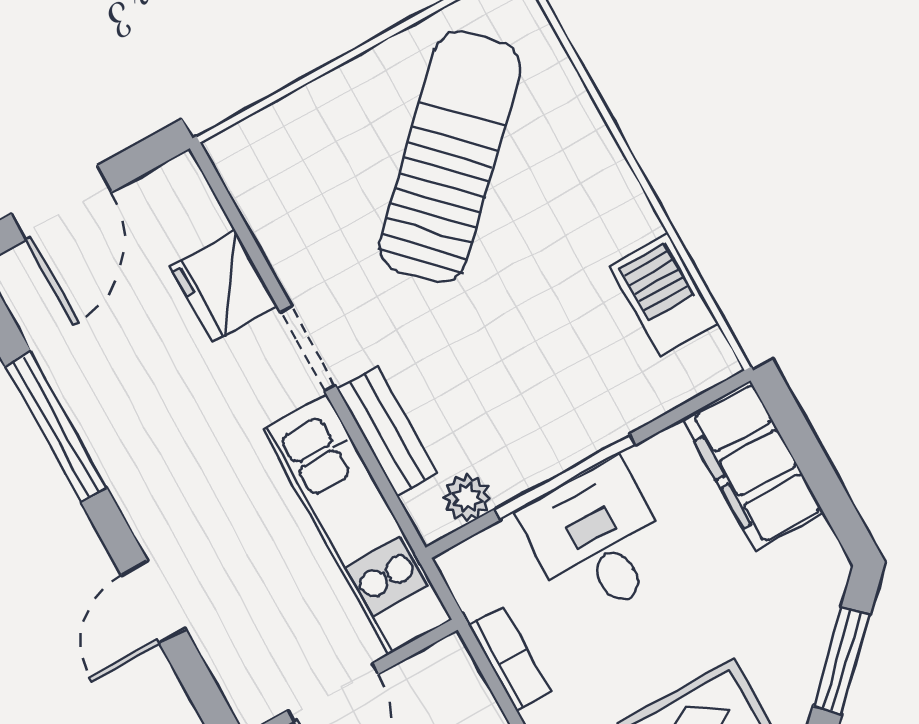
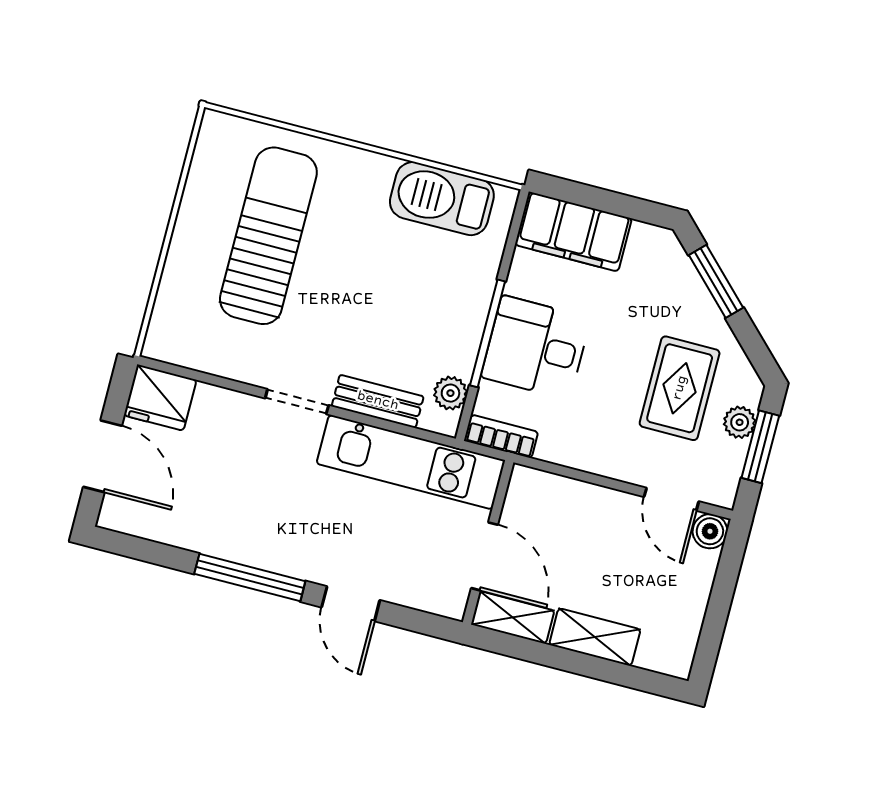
sun lounger: (450, 157) -> (268, 236), turned 45
fridge: (224, 286) -> (160, 398), moved
barbecue: (664, 295) -> (442, 199), width x1.37, depth x1.21
window: (56, 427) -> (250, 578), moved
bookcase: (510, 659) -> (501, 436), moved

